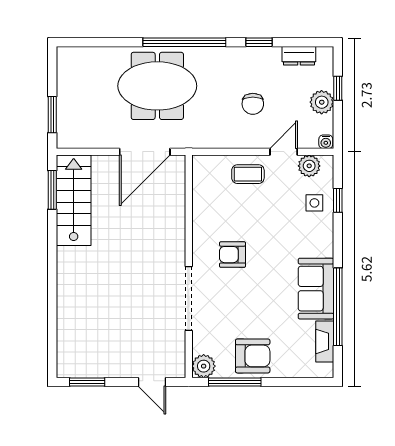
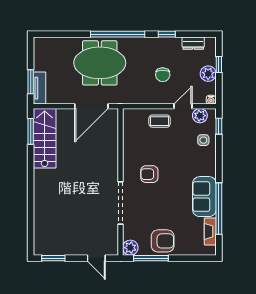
tv unit: (66, 124) -> (39, 88), added
window: (338, 200) -> (219, 126), moved

